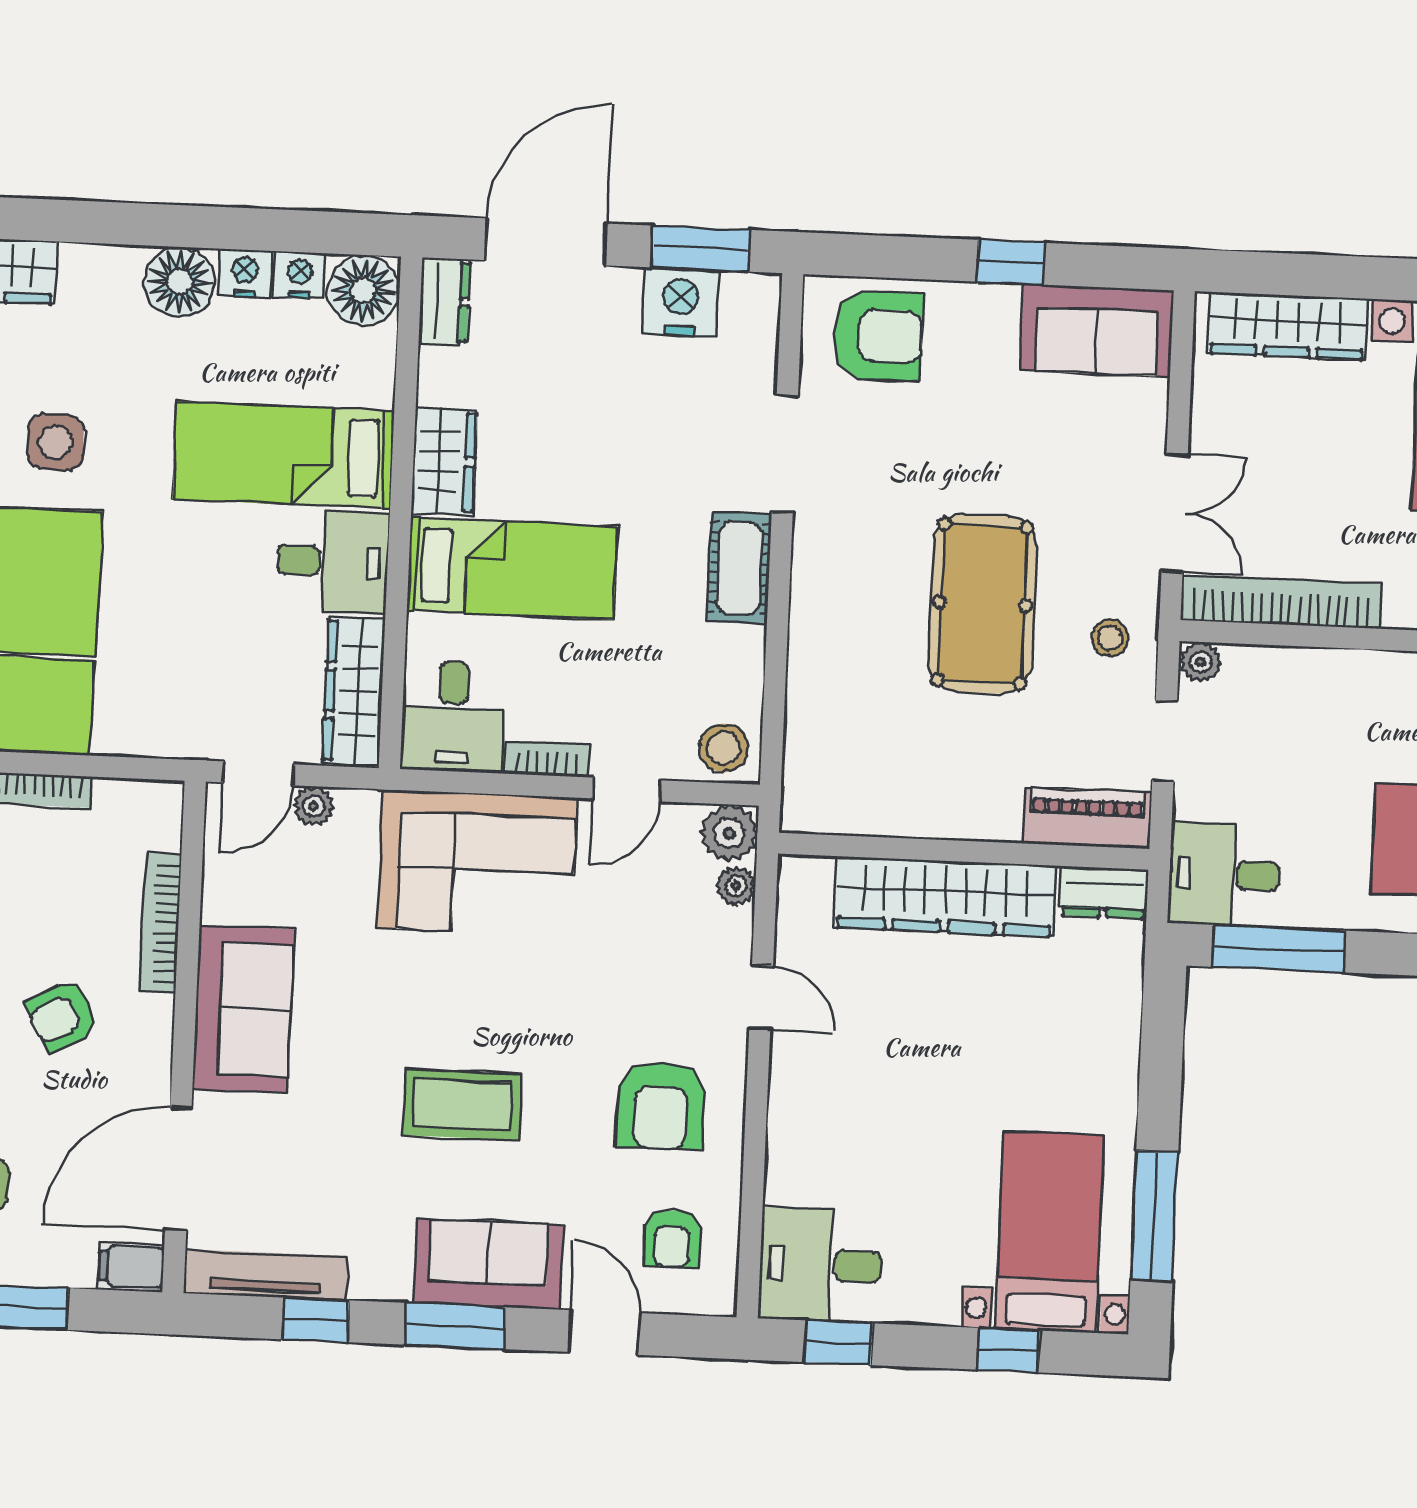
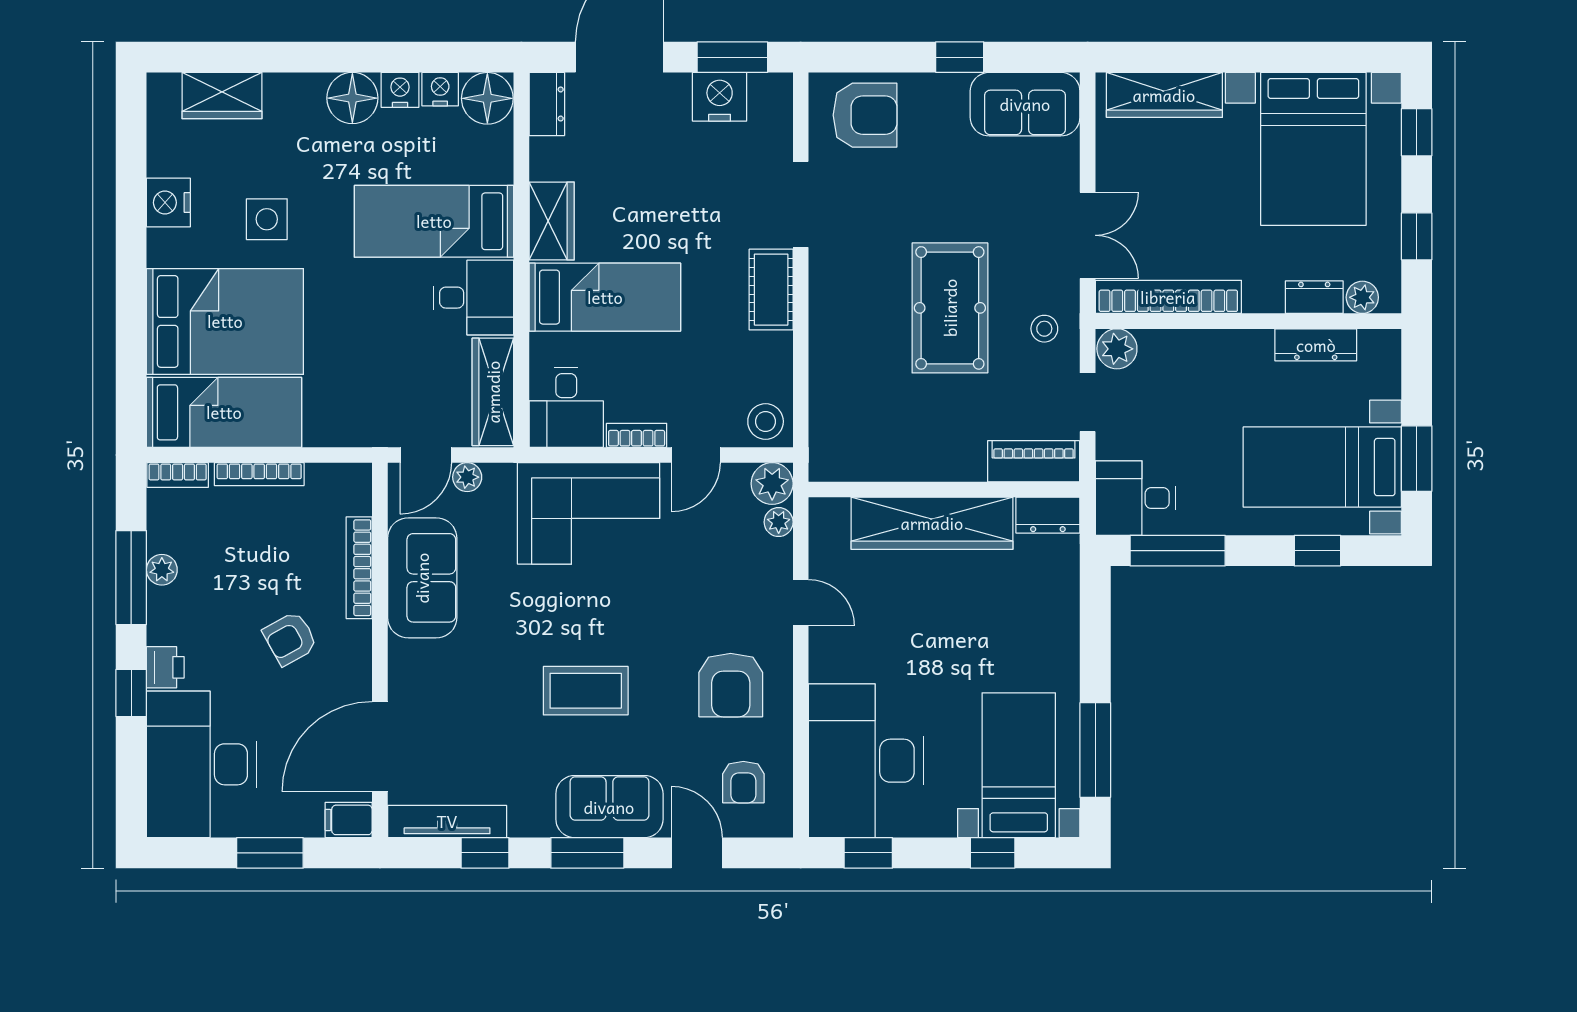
plant: (1201, 662) -> (1117, 349), width x1.38, depth x1.38
sofa: (243, 1009) -> (422, 578), moved
desk: (820, 1265) -> (866, 761), width x1.87, depth x1.30

